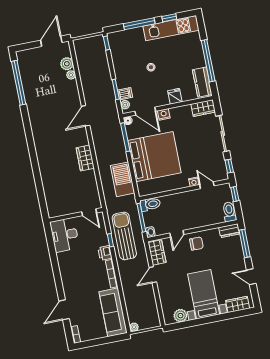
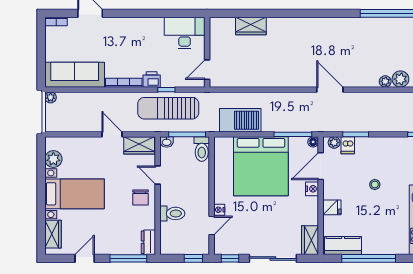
wardrobe: (85, 158) -> (251, 26), moved, turned 180
toilet: (229, 212) -> (172, 213), moved
sun lounger: (124, 236) -> (168, 108), turned 180

